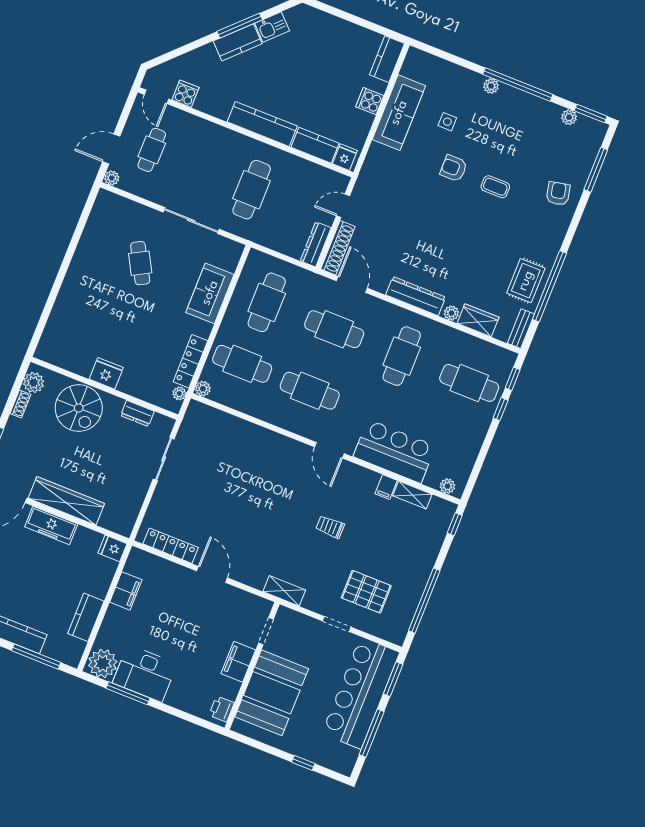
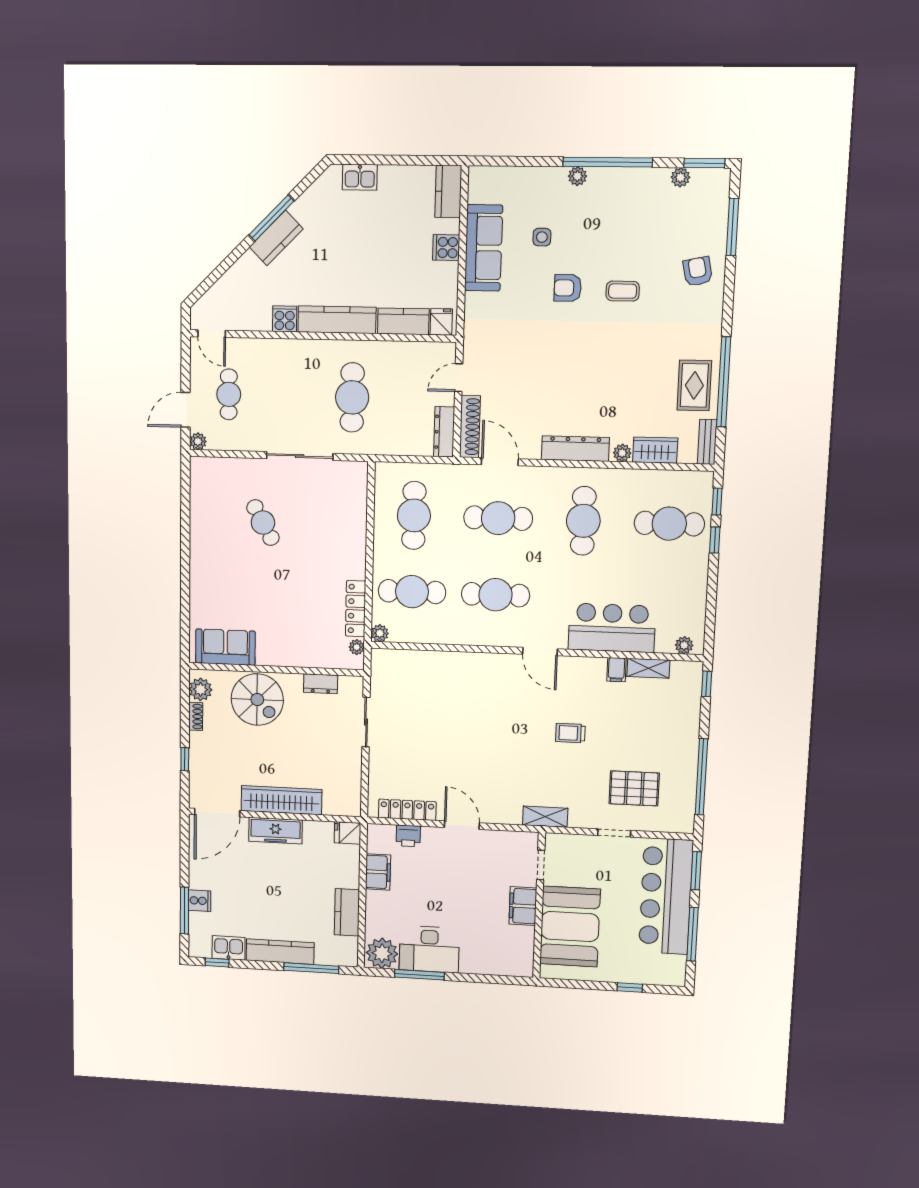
kitchen sink: (272, 27) -> (360, 177), moved, turned 45
cooker: (186, 94) -> (285, 319), moved
sofa: (210, 293) -> (225, 647), moved, turned 90
fridge: (106, 373) -> (272, 653), removed
printer: (222, 709) -> (408, 836), moved, turned -90

